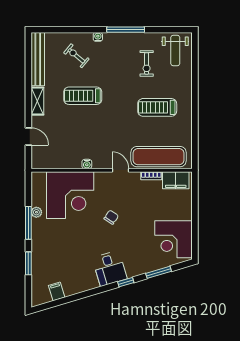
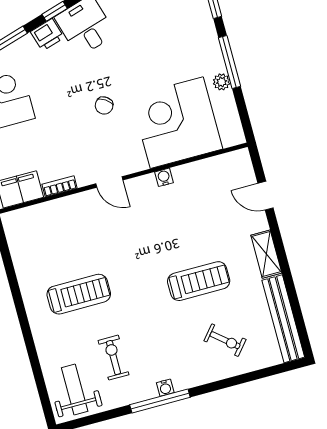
water cooler: (98, 37) -> (165, 388), moved
exercise mat: (158, 157) -> (56, 219), removed
printer: (134, 269) -> (47, 35), added

